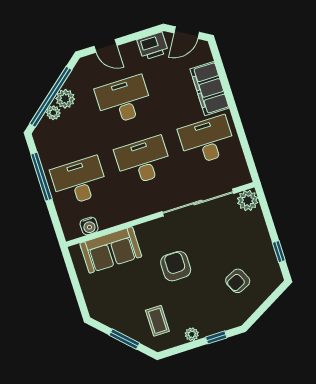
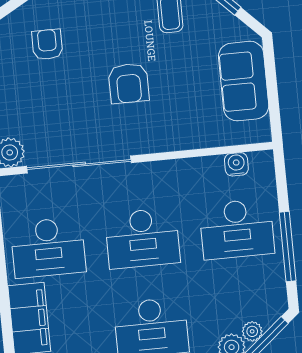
sofa: (111, 250) -> (244, 81), moved, turned -90
armchair: (238, 281) -> (47, 44), turned -65

